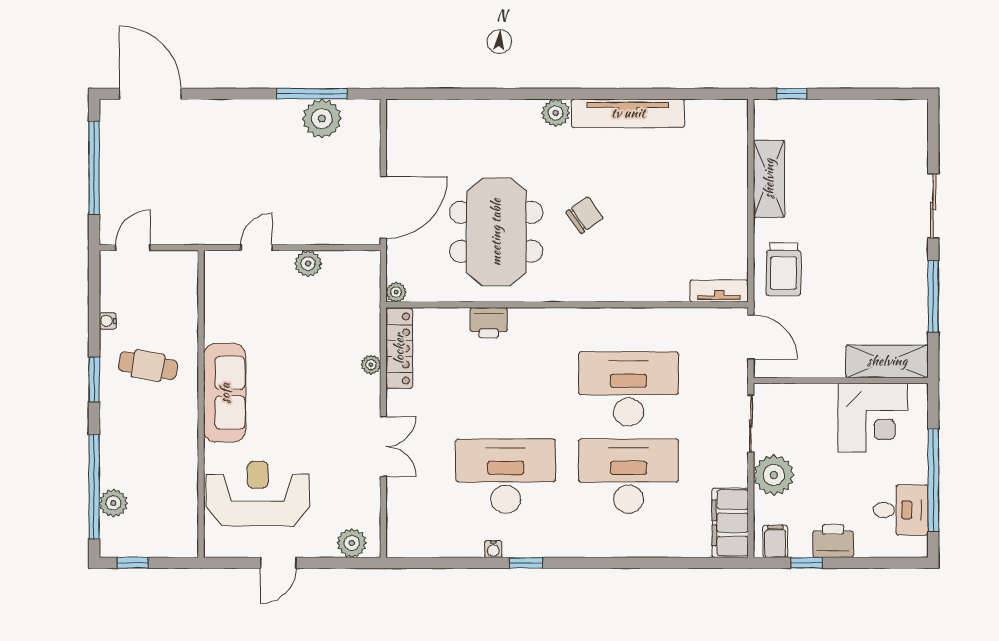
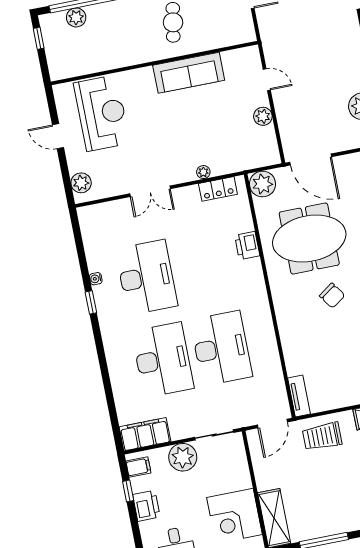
plant: (396, 292) -> (262, 184), width x1.88, depth x1.88
locker: (399, 349) -> (218, 189), width x0.66
sofa: (225, 393) -> (189, 73), moved

